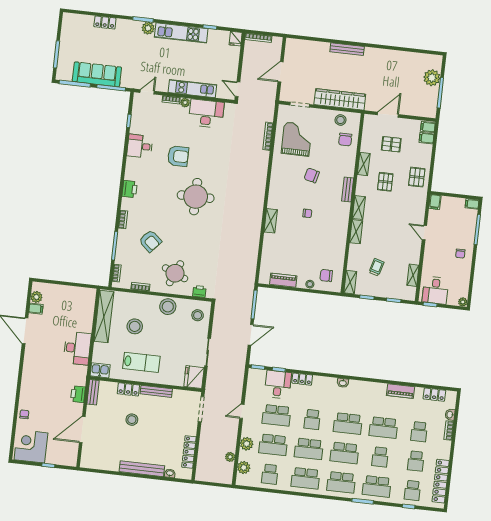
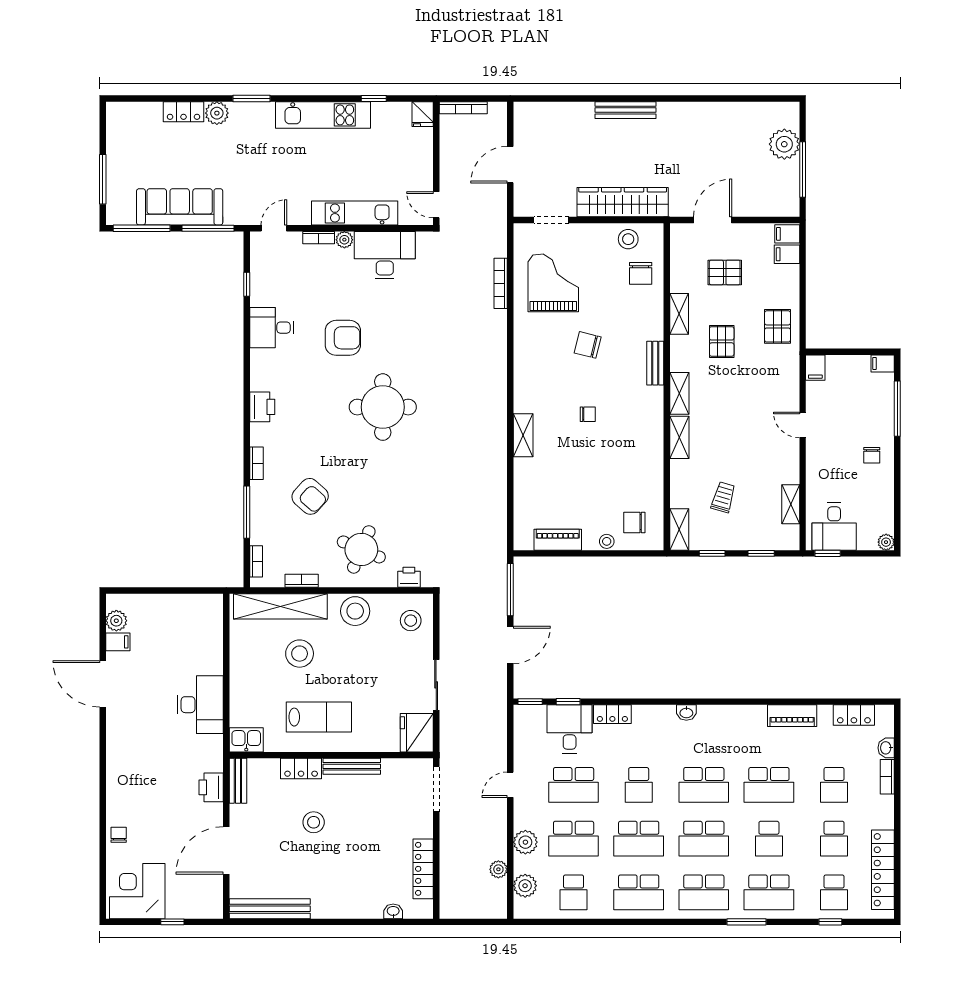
plant: (148, 28) -> (217, 113), moved
shelving: (104, 317) -> (280, 606), moved, turned 90
bench: (142, 469) -> (270, 909), moved

